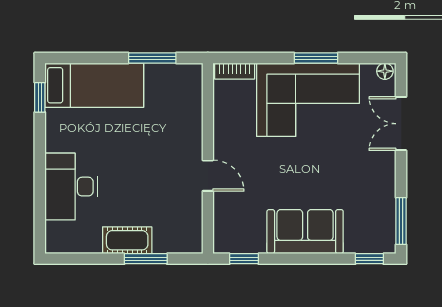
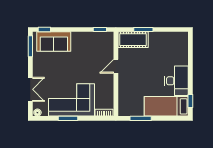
door: (208, 176) -> (116, 66), hinge flipped
desk: (71, 187) -> (176, 81), moved
sofa: (305, 232) -> (54, 42), moved
cot: (127, 240) -> (133, 40), moved, width x1.37, depth x1.34

